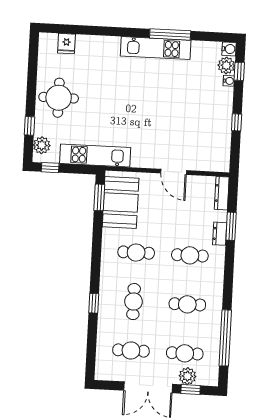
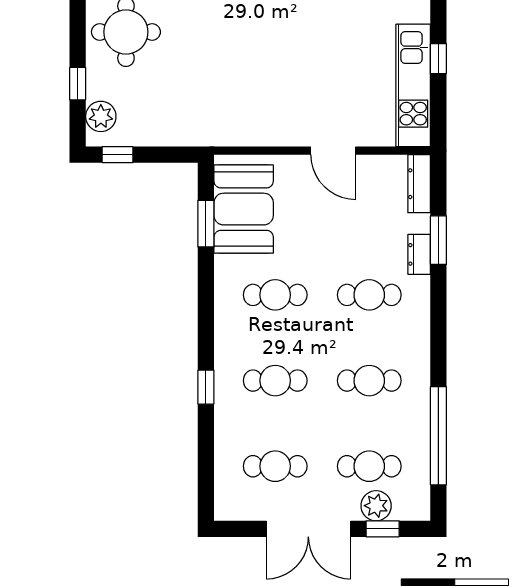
kitchen unit: (95, 155) -> (413, 85), moved, turned -90
window: (99, 197) -> (206, 224), moved
cafe table: (134, 302) -> (275, 381), turned 90

